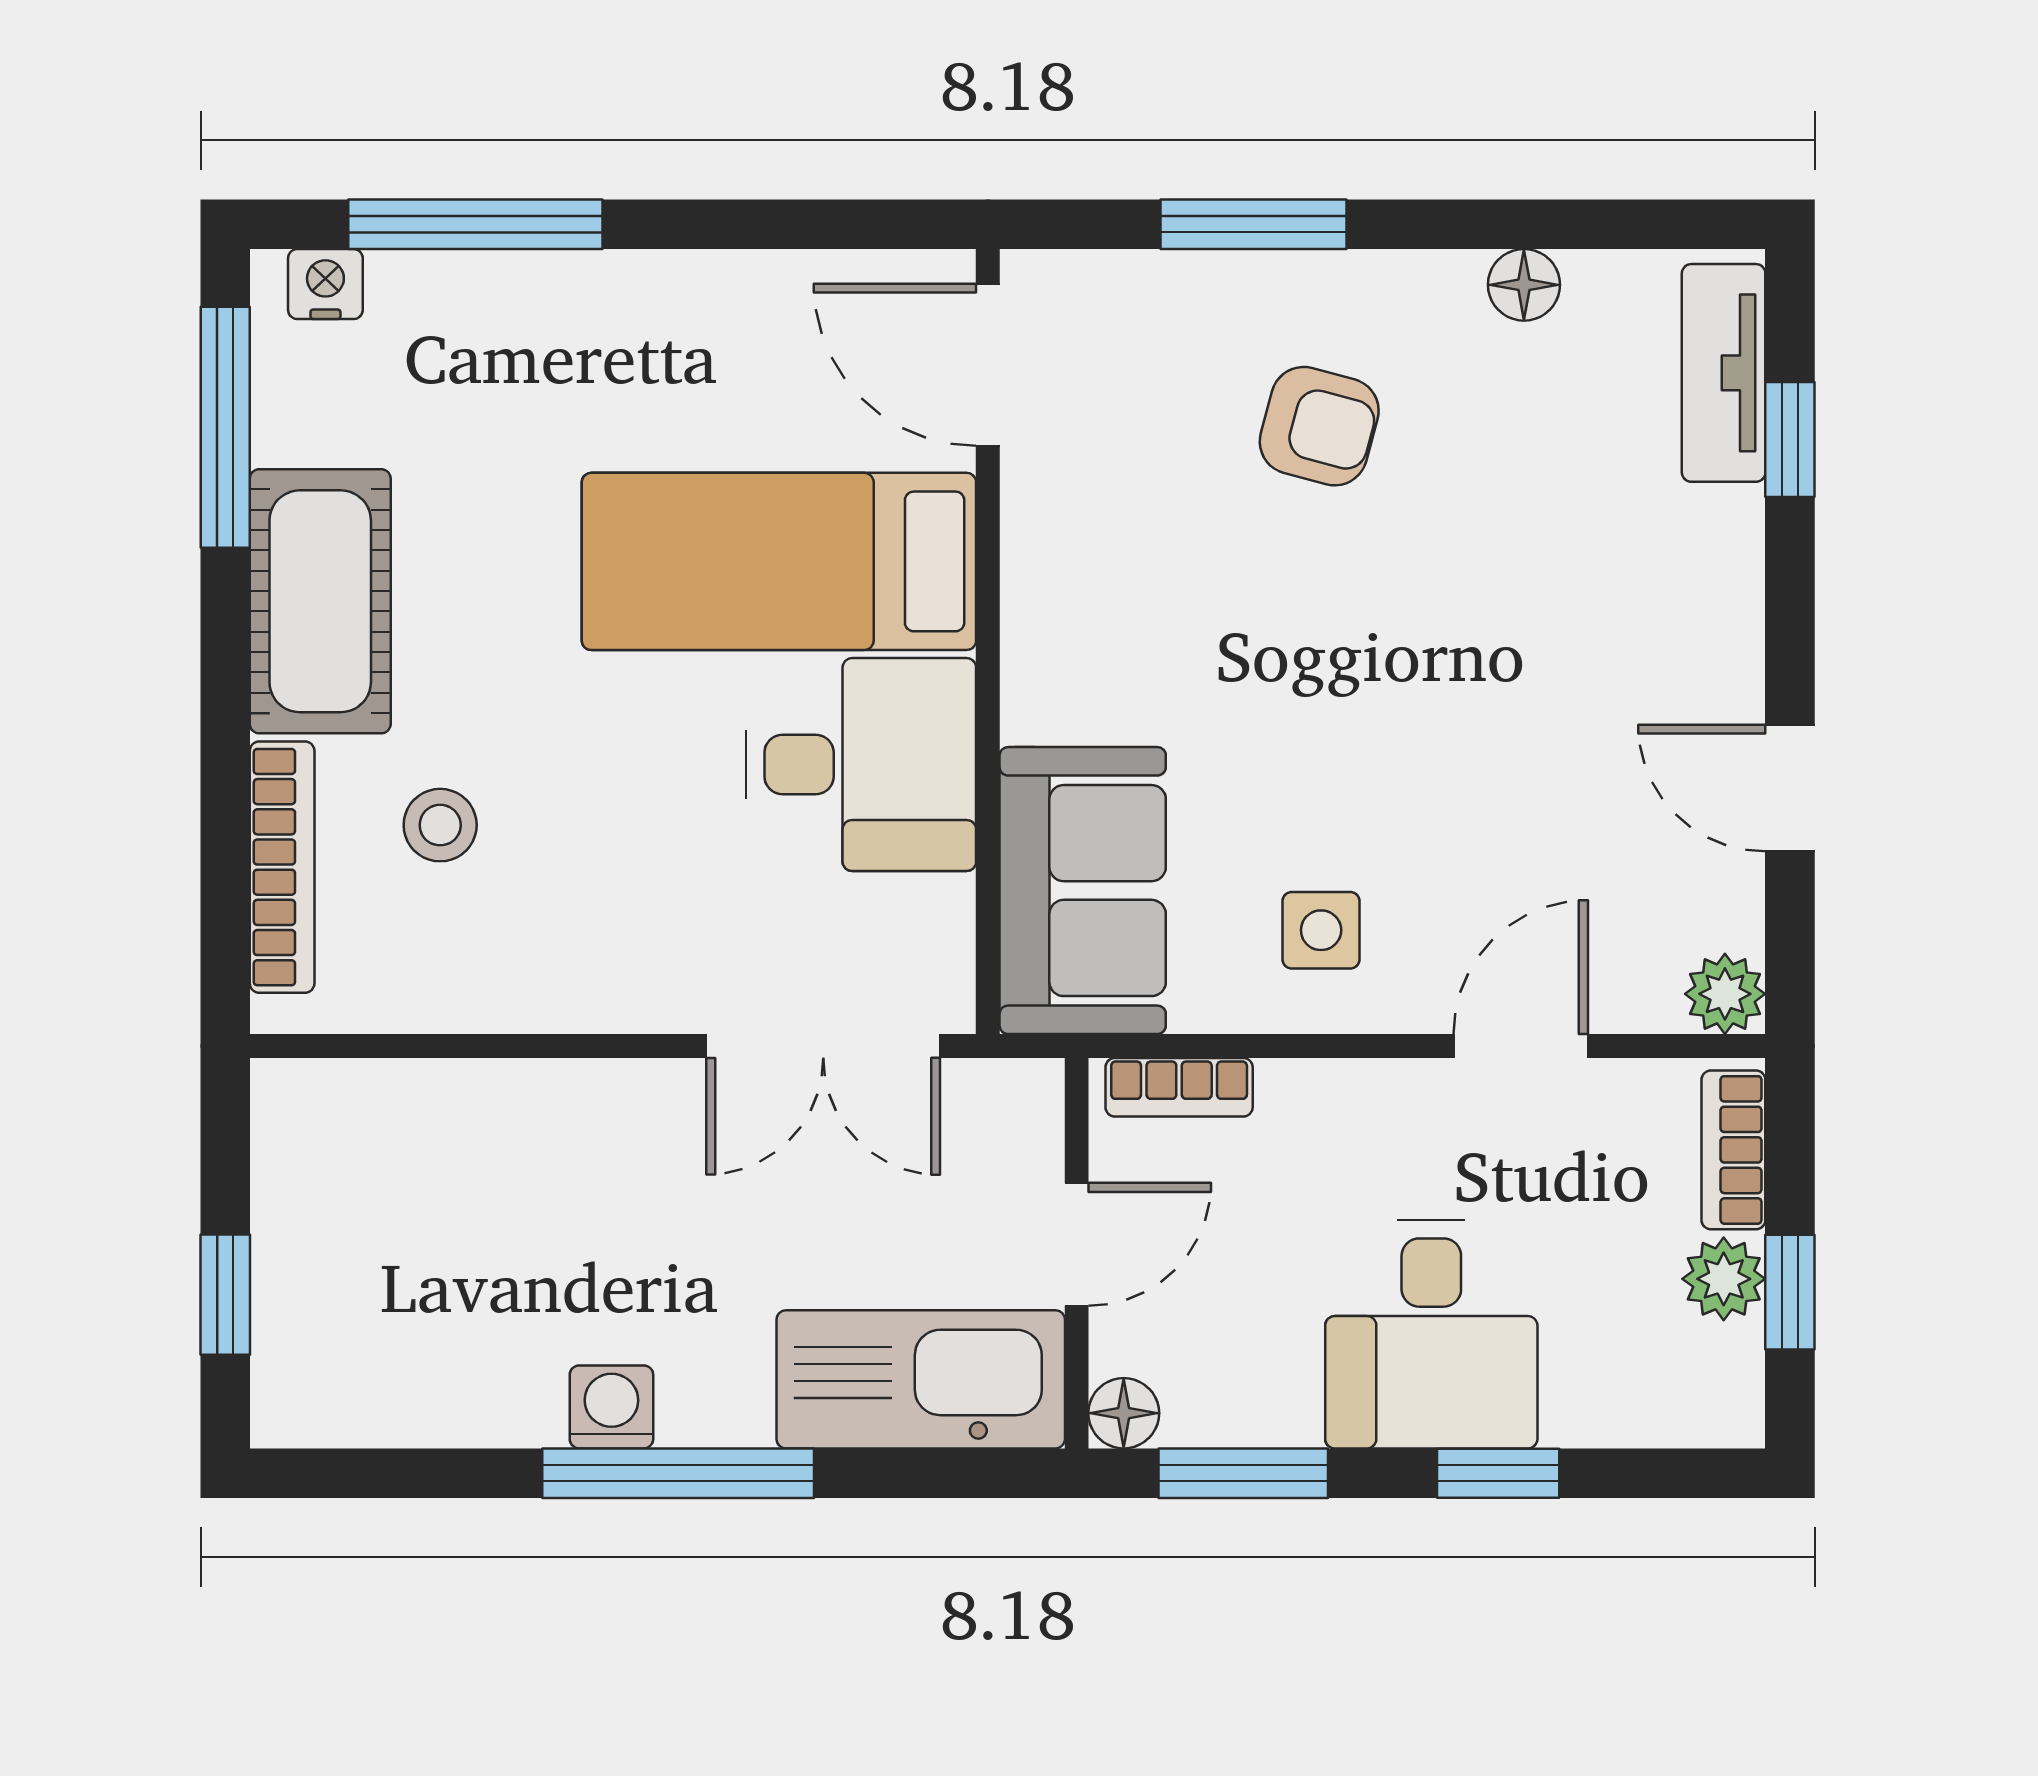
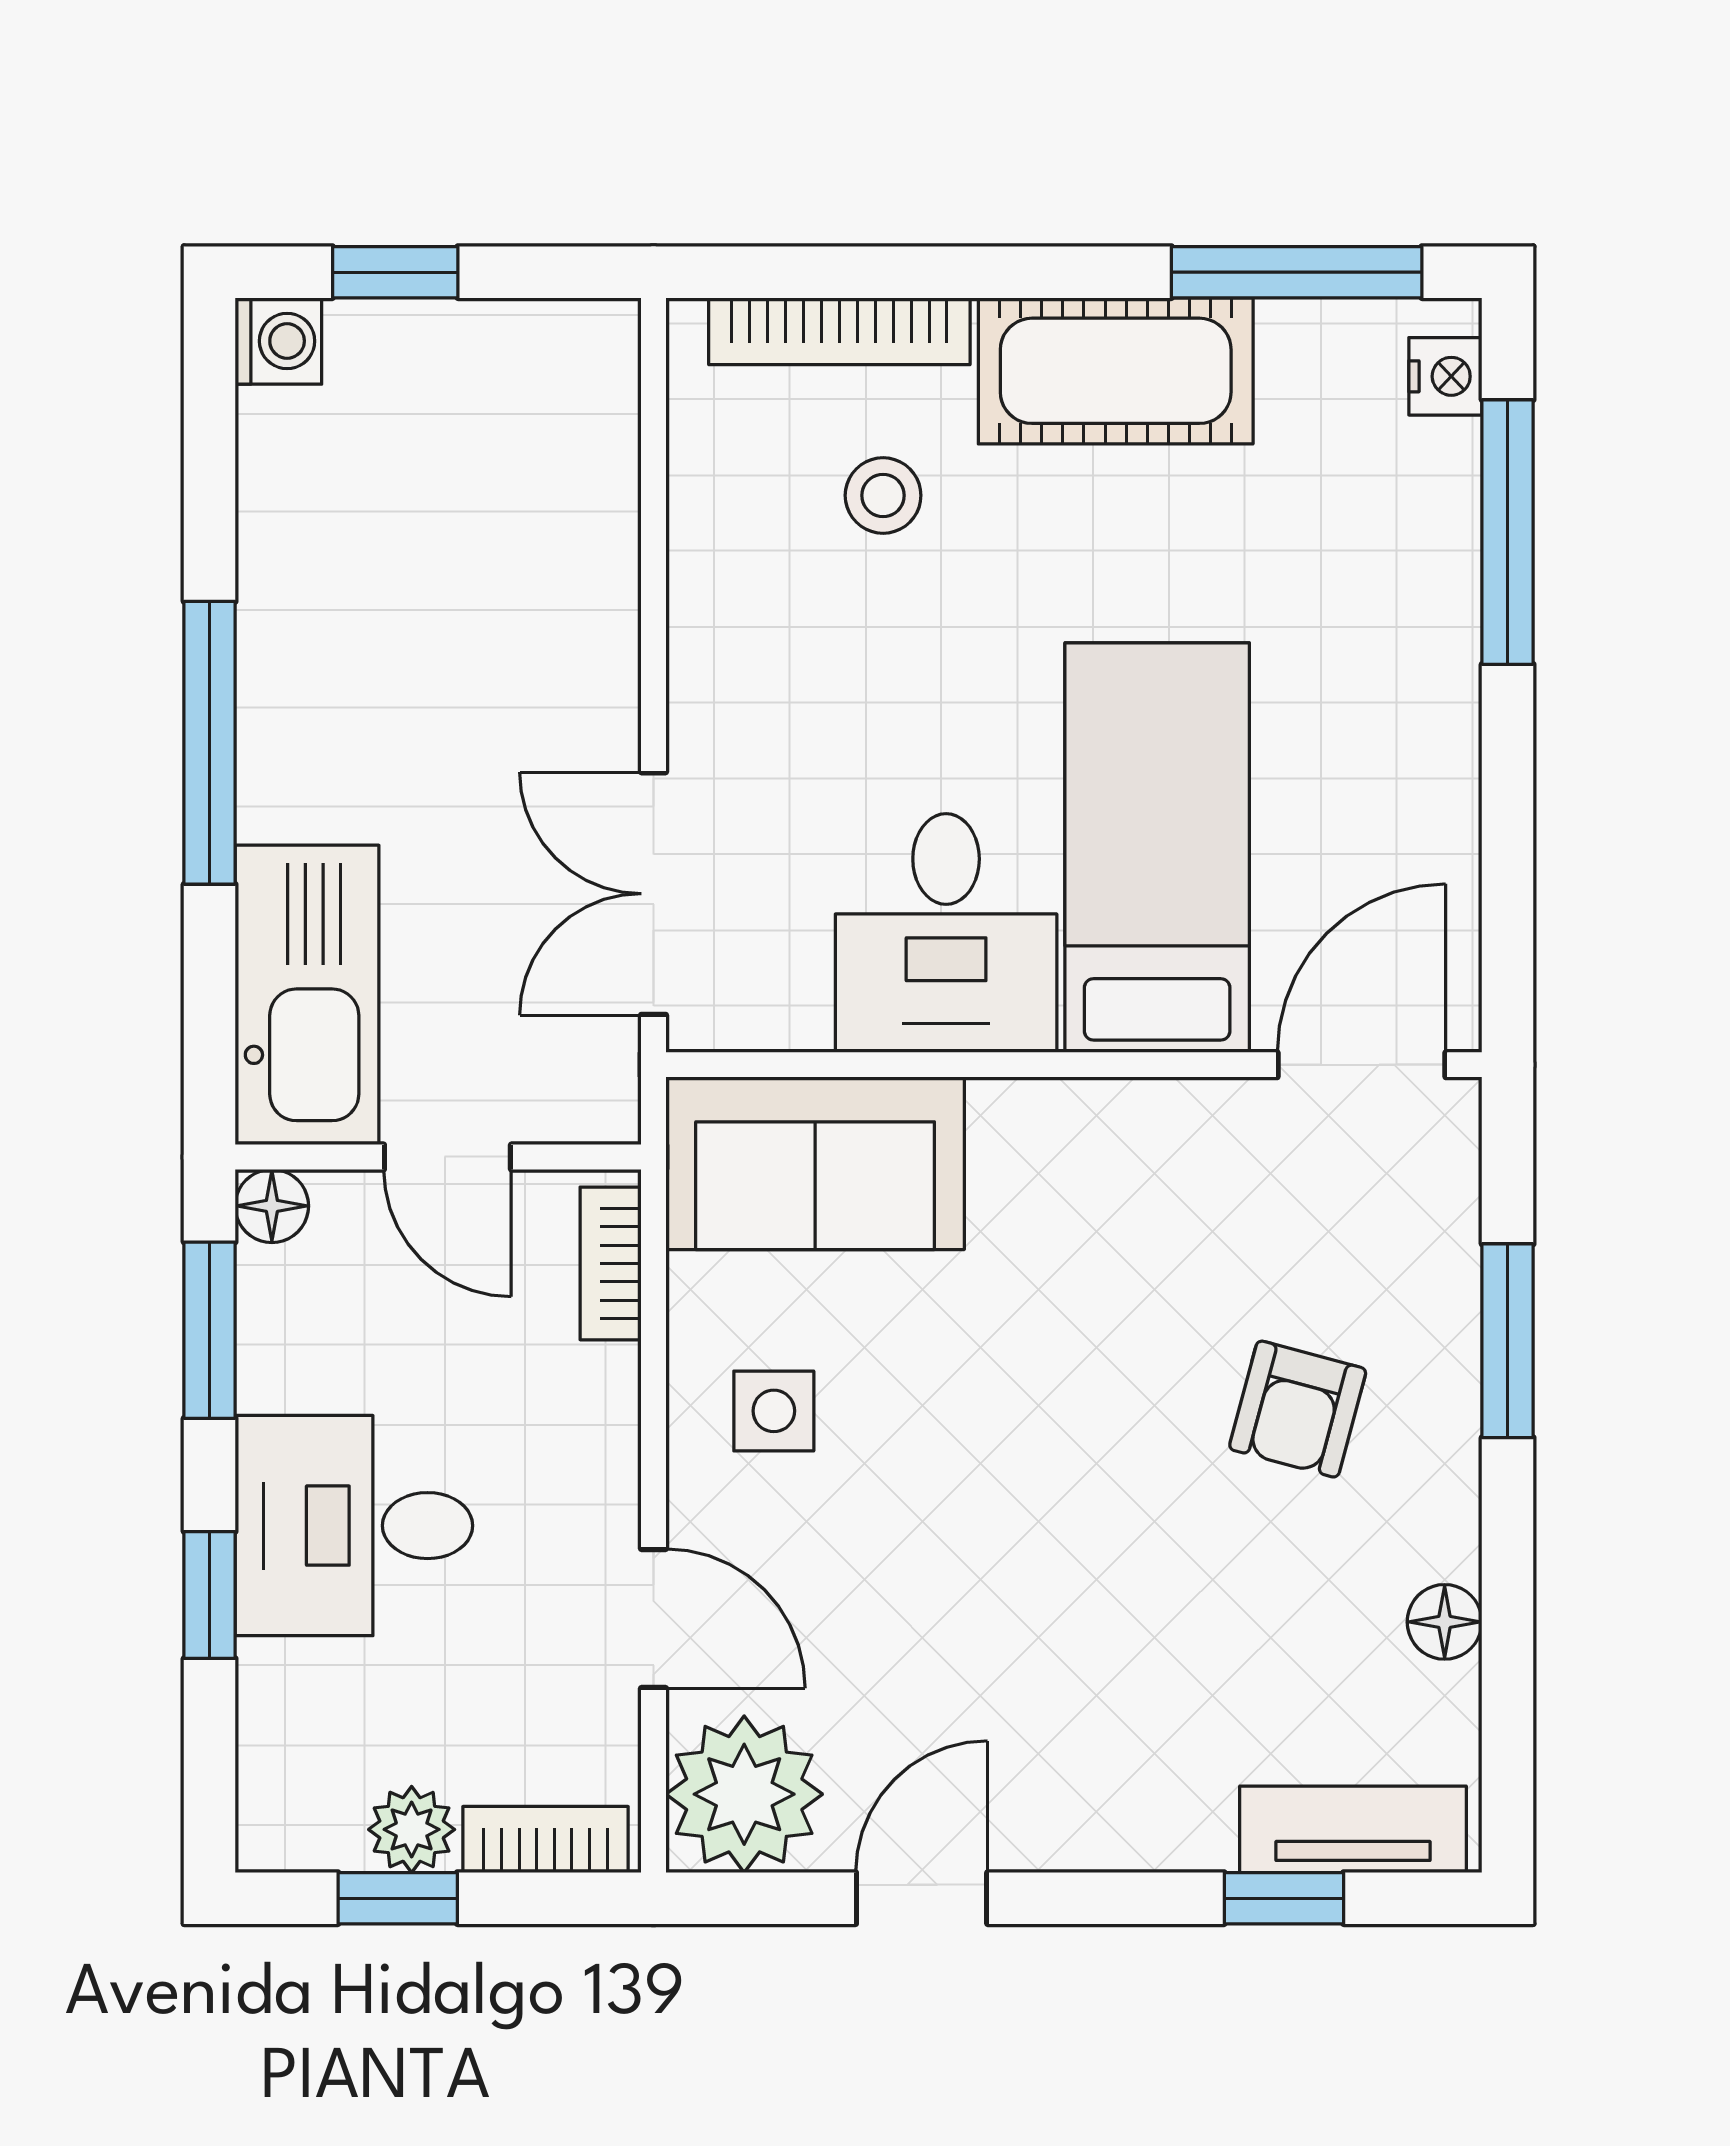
plant: (1725, 994) -> (744, 1794), width x1.87, depth x1.87
washing machine: (611, 1407) -> (278, 341), moved

